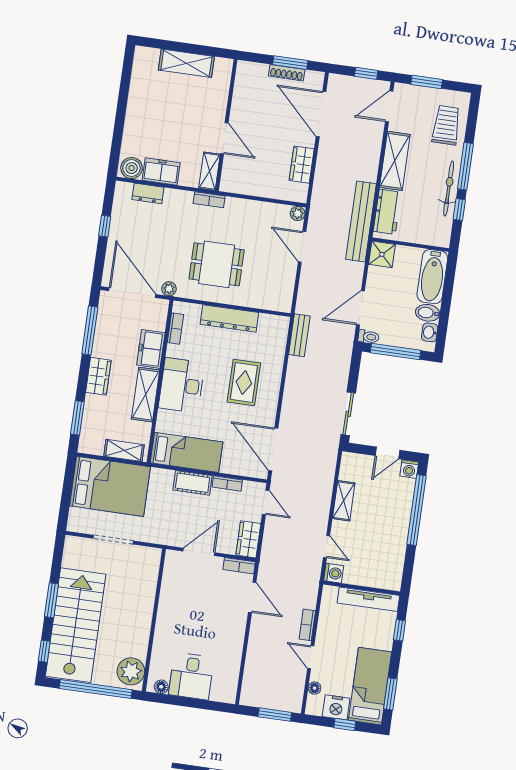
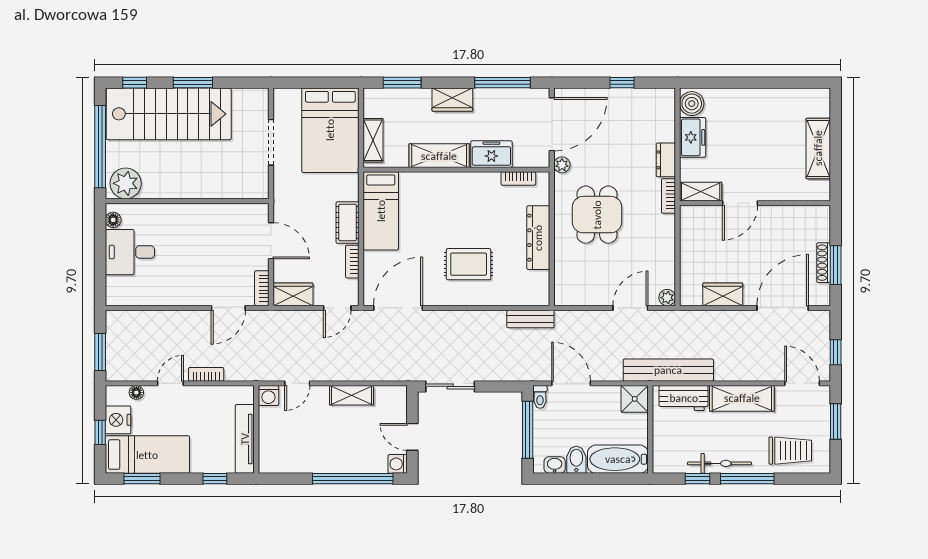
dresser: (148, 193) -> (666, 160), moved
desk: (182, 385) -> (456, 195), removed

